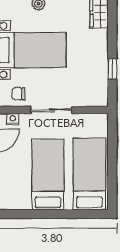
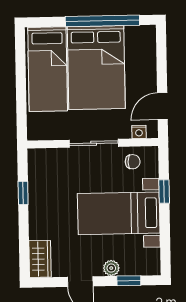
bed: (48, 174) -> (96, 68), width x1.50
window: (42, 214) -> (102, 21), added

